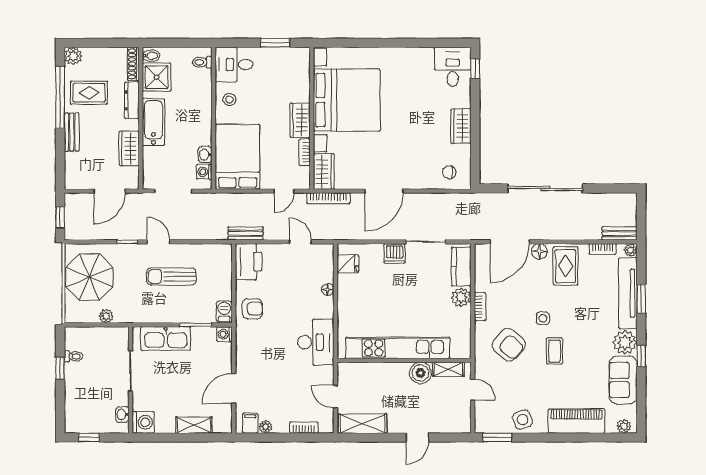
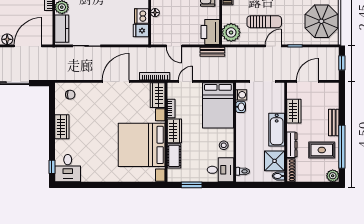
cot: (301, 84) -> (174, 156), added
door: (158, 242) -> (273, 46), swing flipped
dishwasher: (395, 253) -> (141, 16), moved, turned -90
plant: (219, 261) -> (231, 32), added

